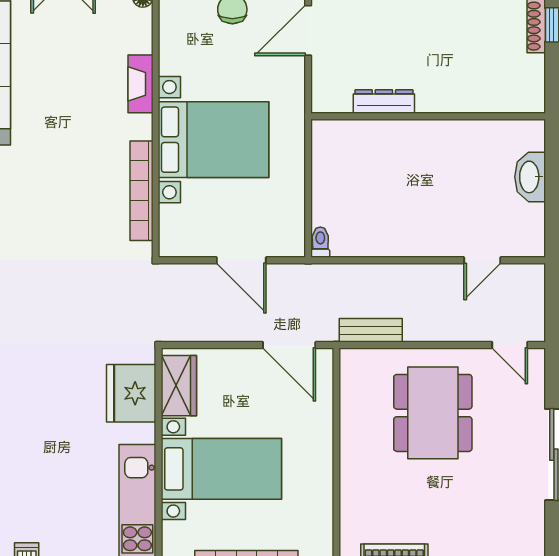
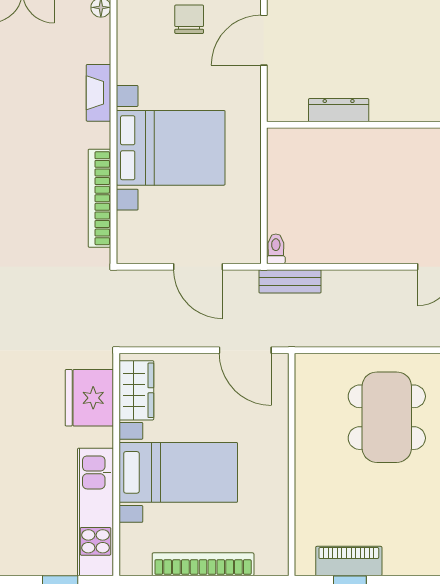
bench: (371, 330) -> (290, 281), moved

